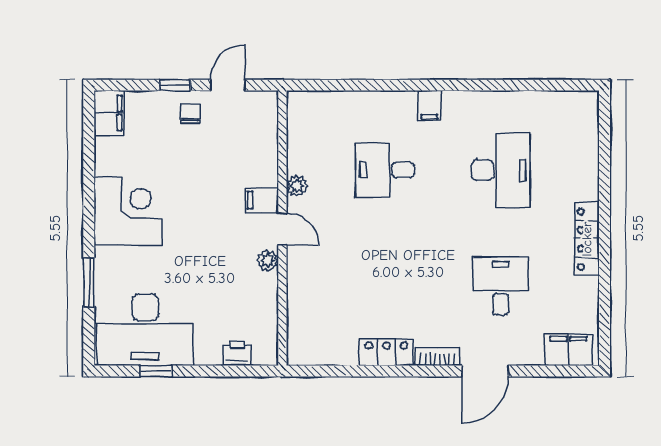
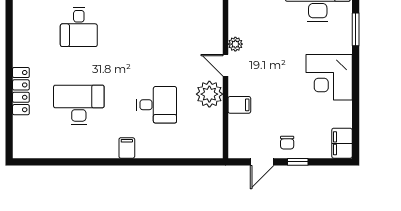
desk: (501, 170) -> (79, 105), turned 90
plant: (297, 186) -> (209, 94), width x1.88, depth x1.88
filing cabinet: (262, 200) -> (239, 105), moved
locker: (587, 239) -> (21, 91), moved

